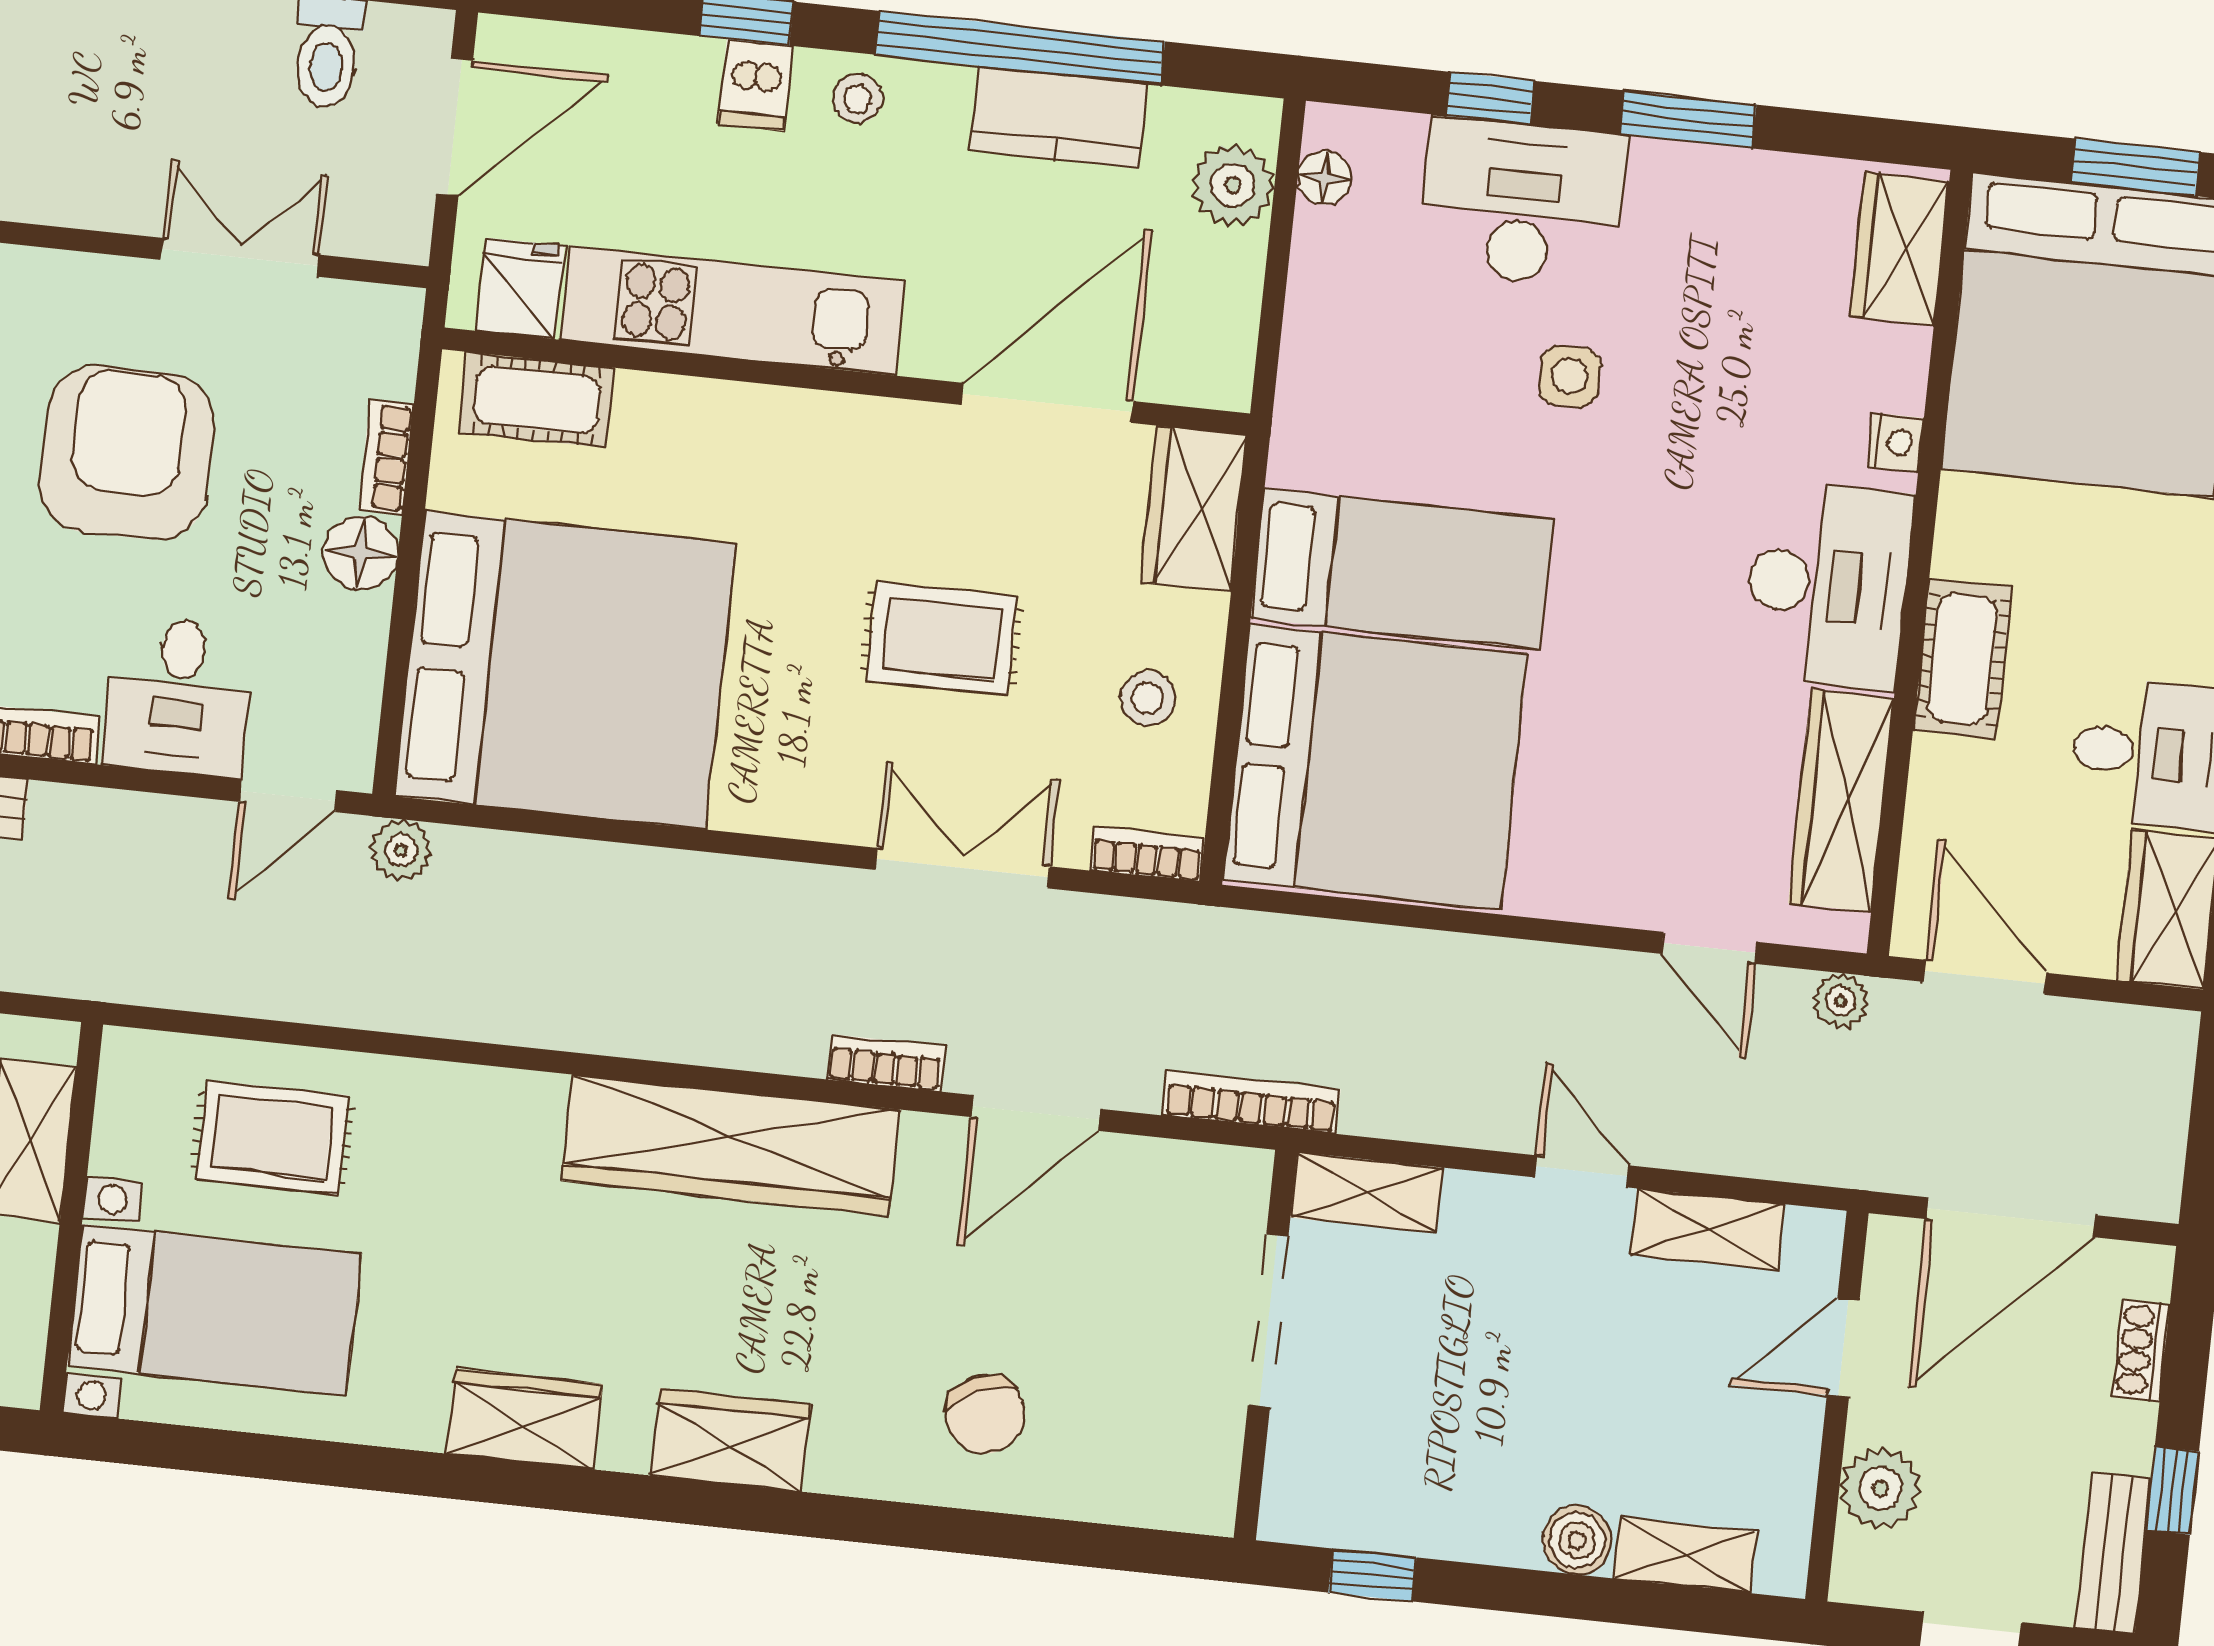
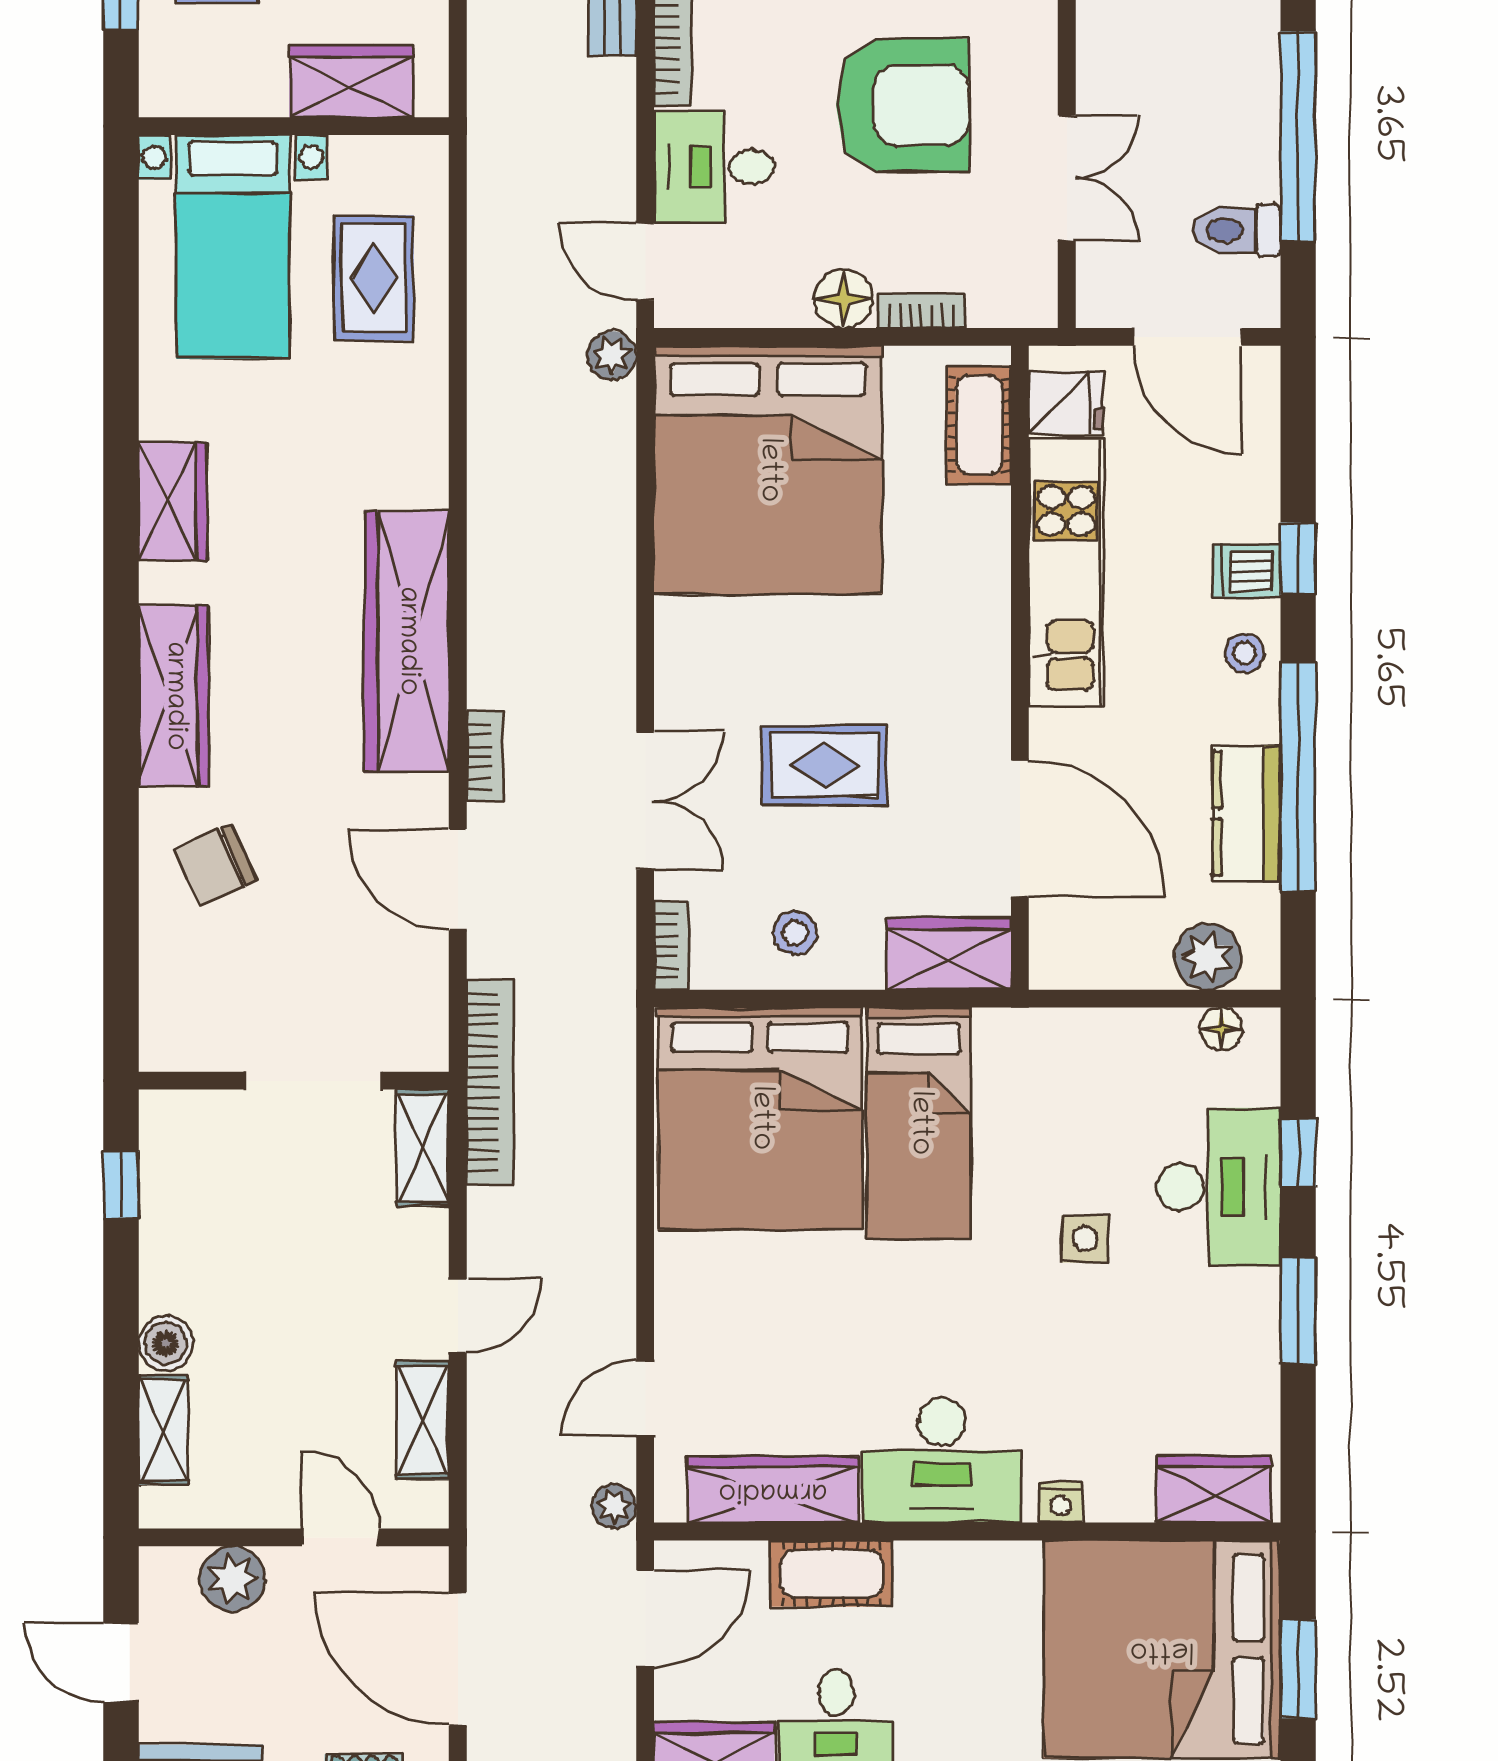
rug: (942, 639) -> (825, 765), turned 90
cot: (1962, 659) -> (832, 1574), moved
bookcase: (1251, 1102) -> (490, 1082), width x1.48, depth x1.31
wardrobe: (731, 1440) -> (174, 696), width x1.50

